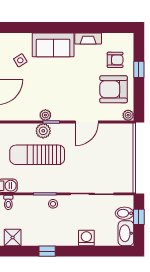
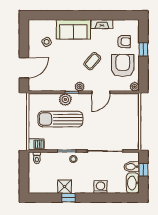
coffee table: (76, 84) -> (92, 61), added
armchair: (114, 89) -> (123, 66), turned 90
plant: (45, 115) -> (80, 87), moved
shower: (13, 238) -> (65, 187), moved

